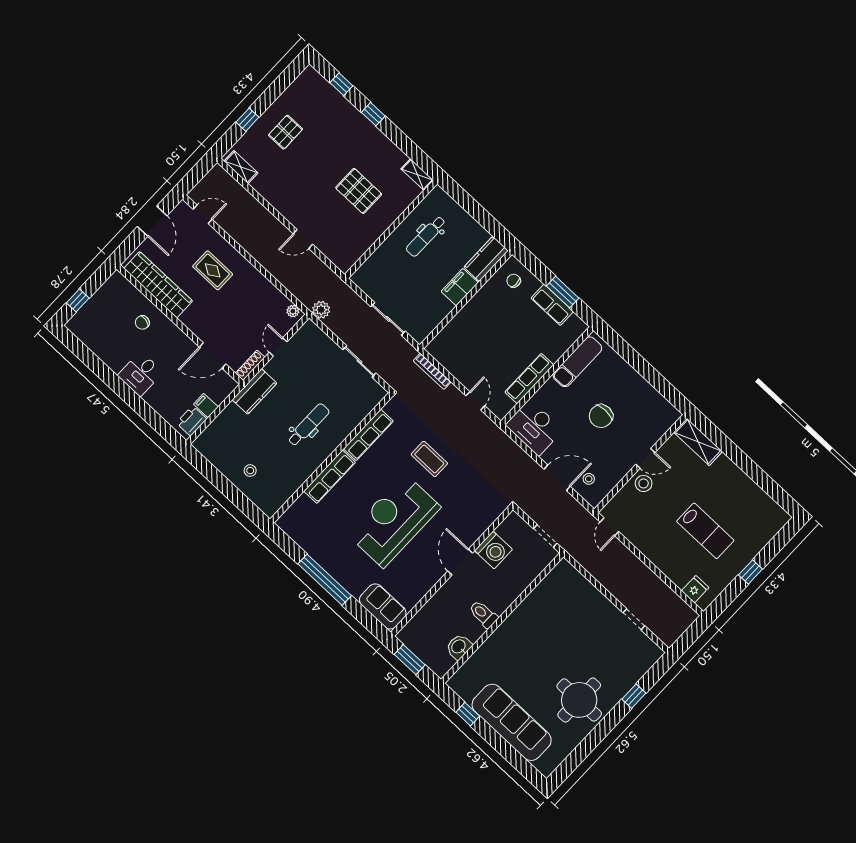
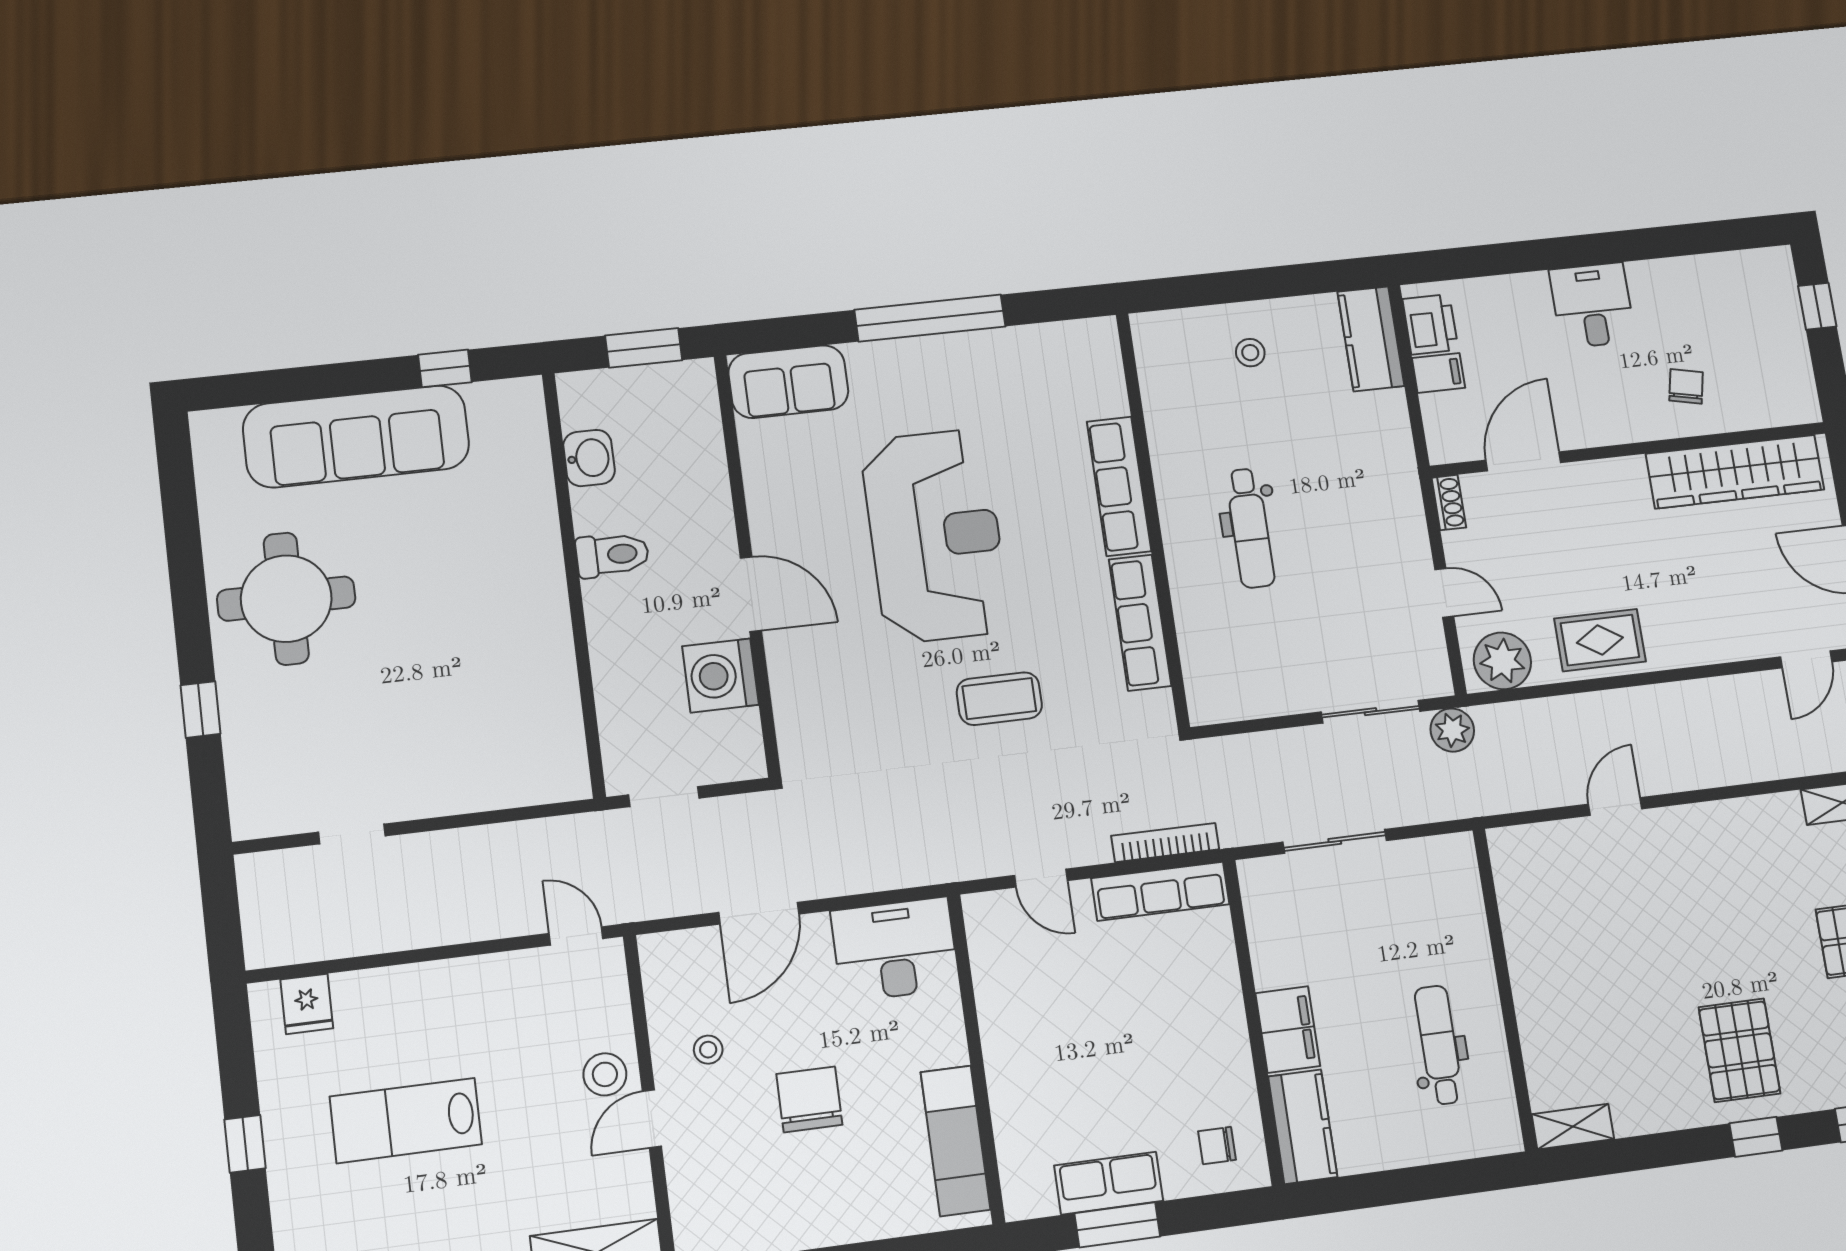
pallet: (359, 191) -> (1739, 1050), moved, turned 90
rug: (213, 270) -> (1600, 640), moved
chair: (514, 281) -> (1217, 1146), turned 180
plant: (293, 311) -> (1502, 661), width x1.87, depth x1.87
sliding door: (359, 361) -> (1370, 712), moved
shoe rack: (250, 365) -> (1449, 503), width x0.70
row of seats: (529, 378) -> (1160, 891), moved, turned 90
kitchen counter: (255, 391) -> (1371, 339), moved
stool: (589, 479) -> (708, 1050), moved

